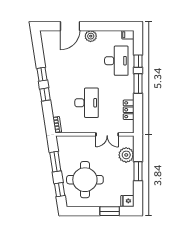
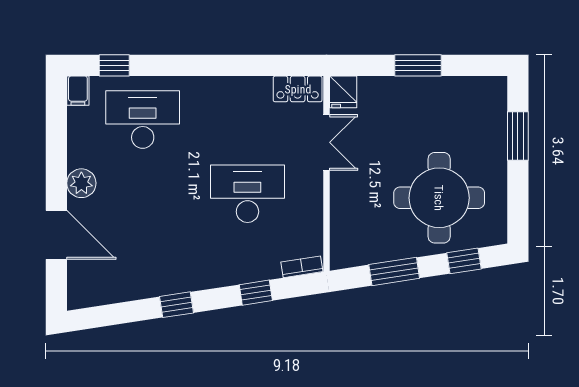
window: (138, 61) -> (114, 65), moved
window: (138, 83) -> (199, 65), removed
window: (45, 94) -> (256, 293), moved
locker: (129, 110) -> (298, 89), moved
plant: (126, 155) -> (378, 95), removed
fridge: (127, 201) -> (343, 92), moved

